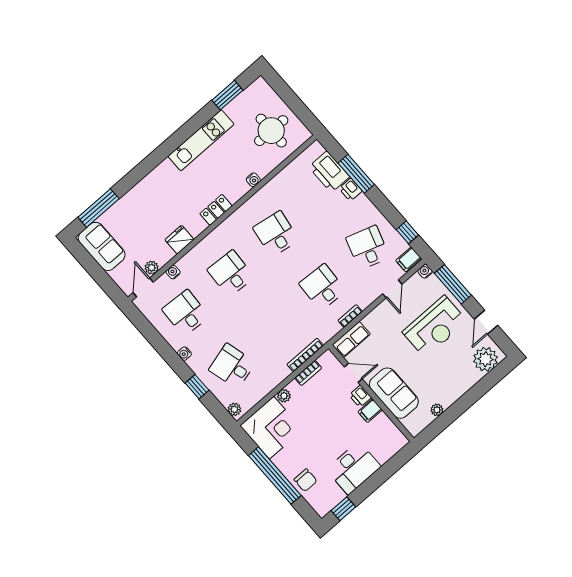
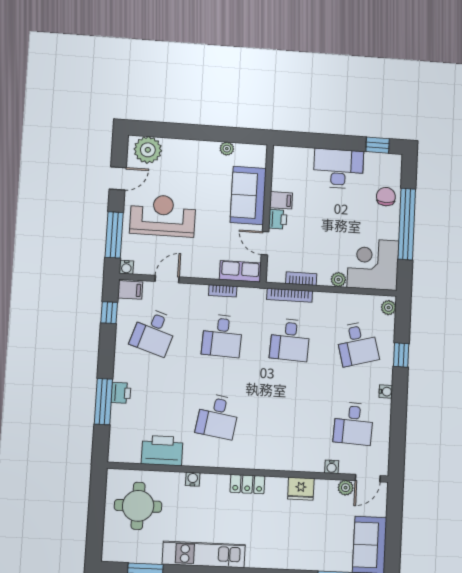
printer: (329, 172) -> (162, 451), moved, turned -90
desk: (231, 273) -> (290, 340), moved

